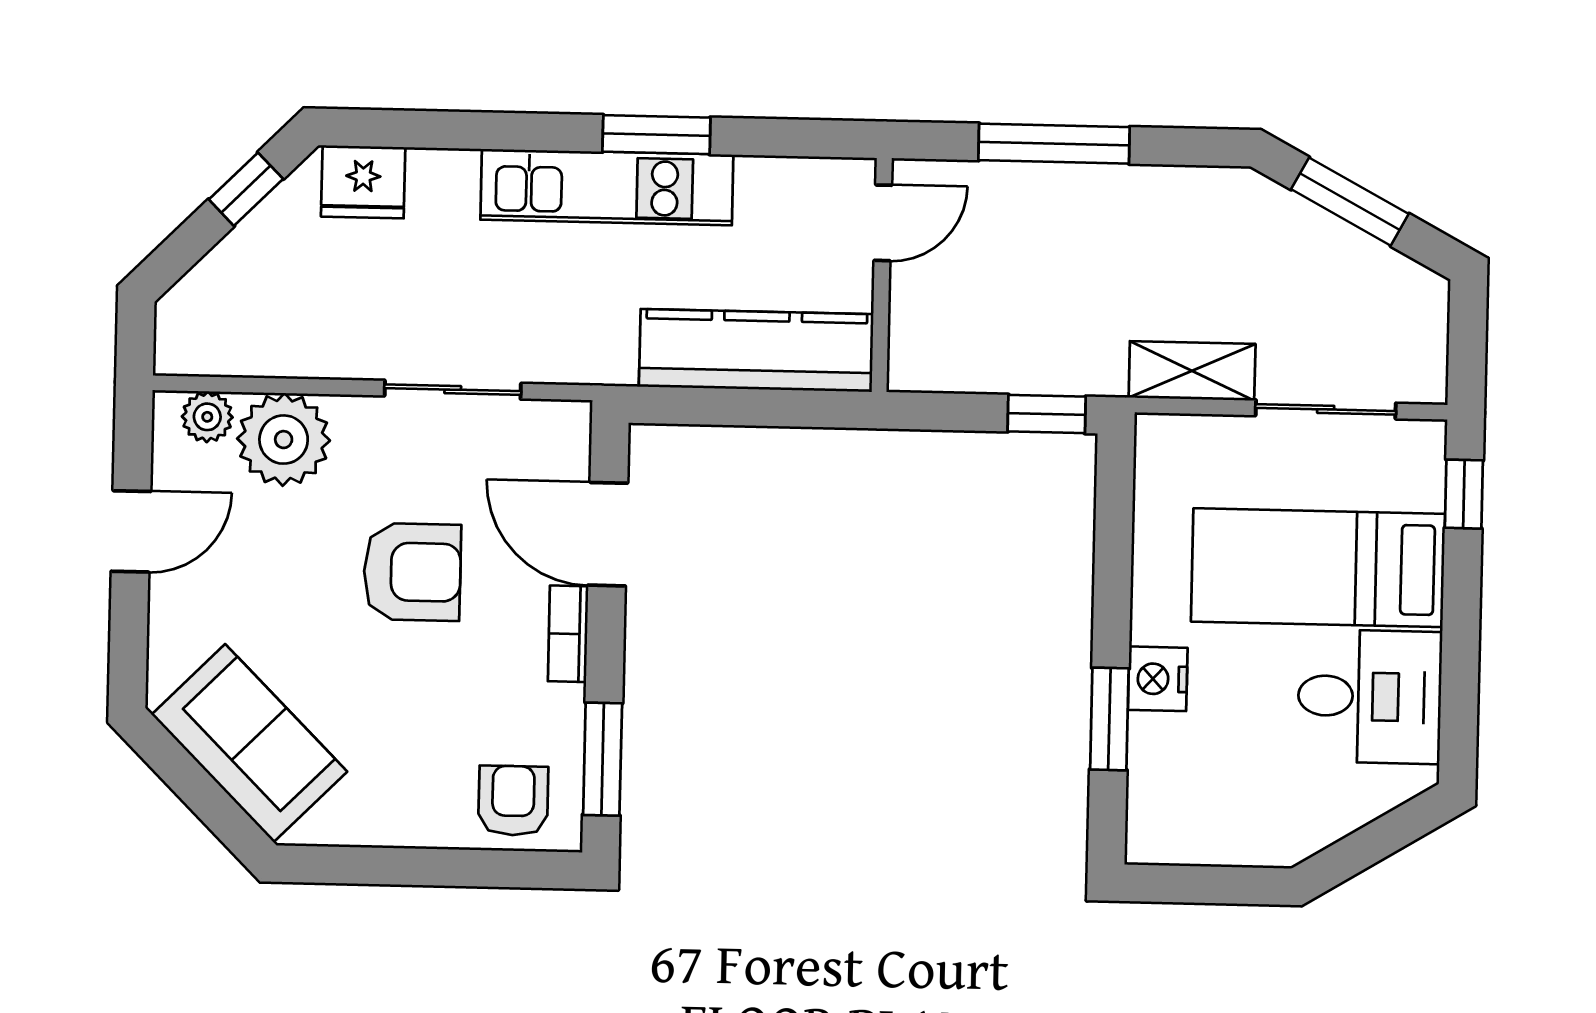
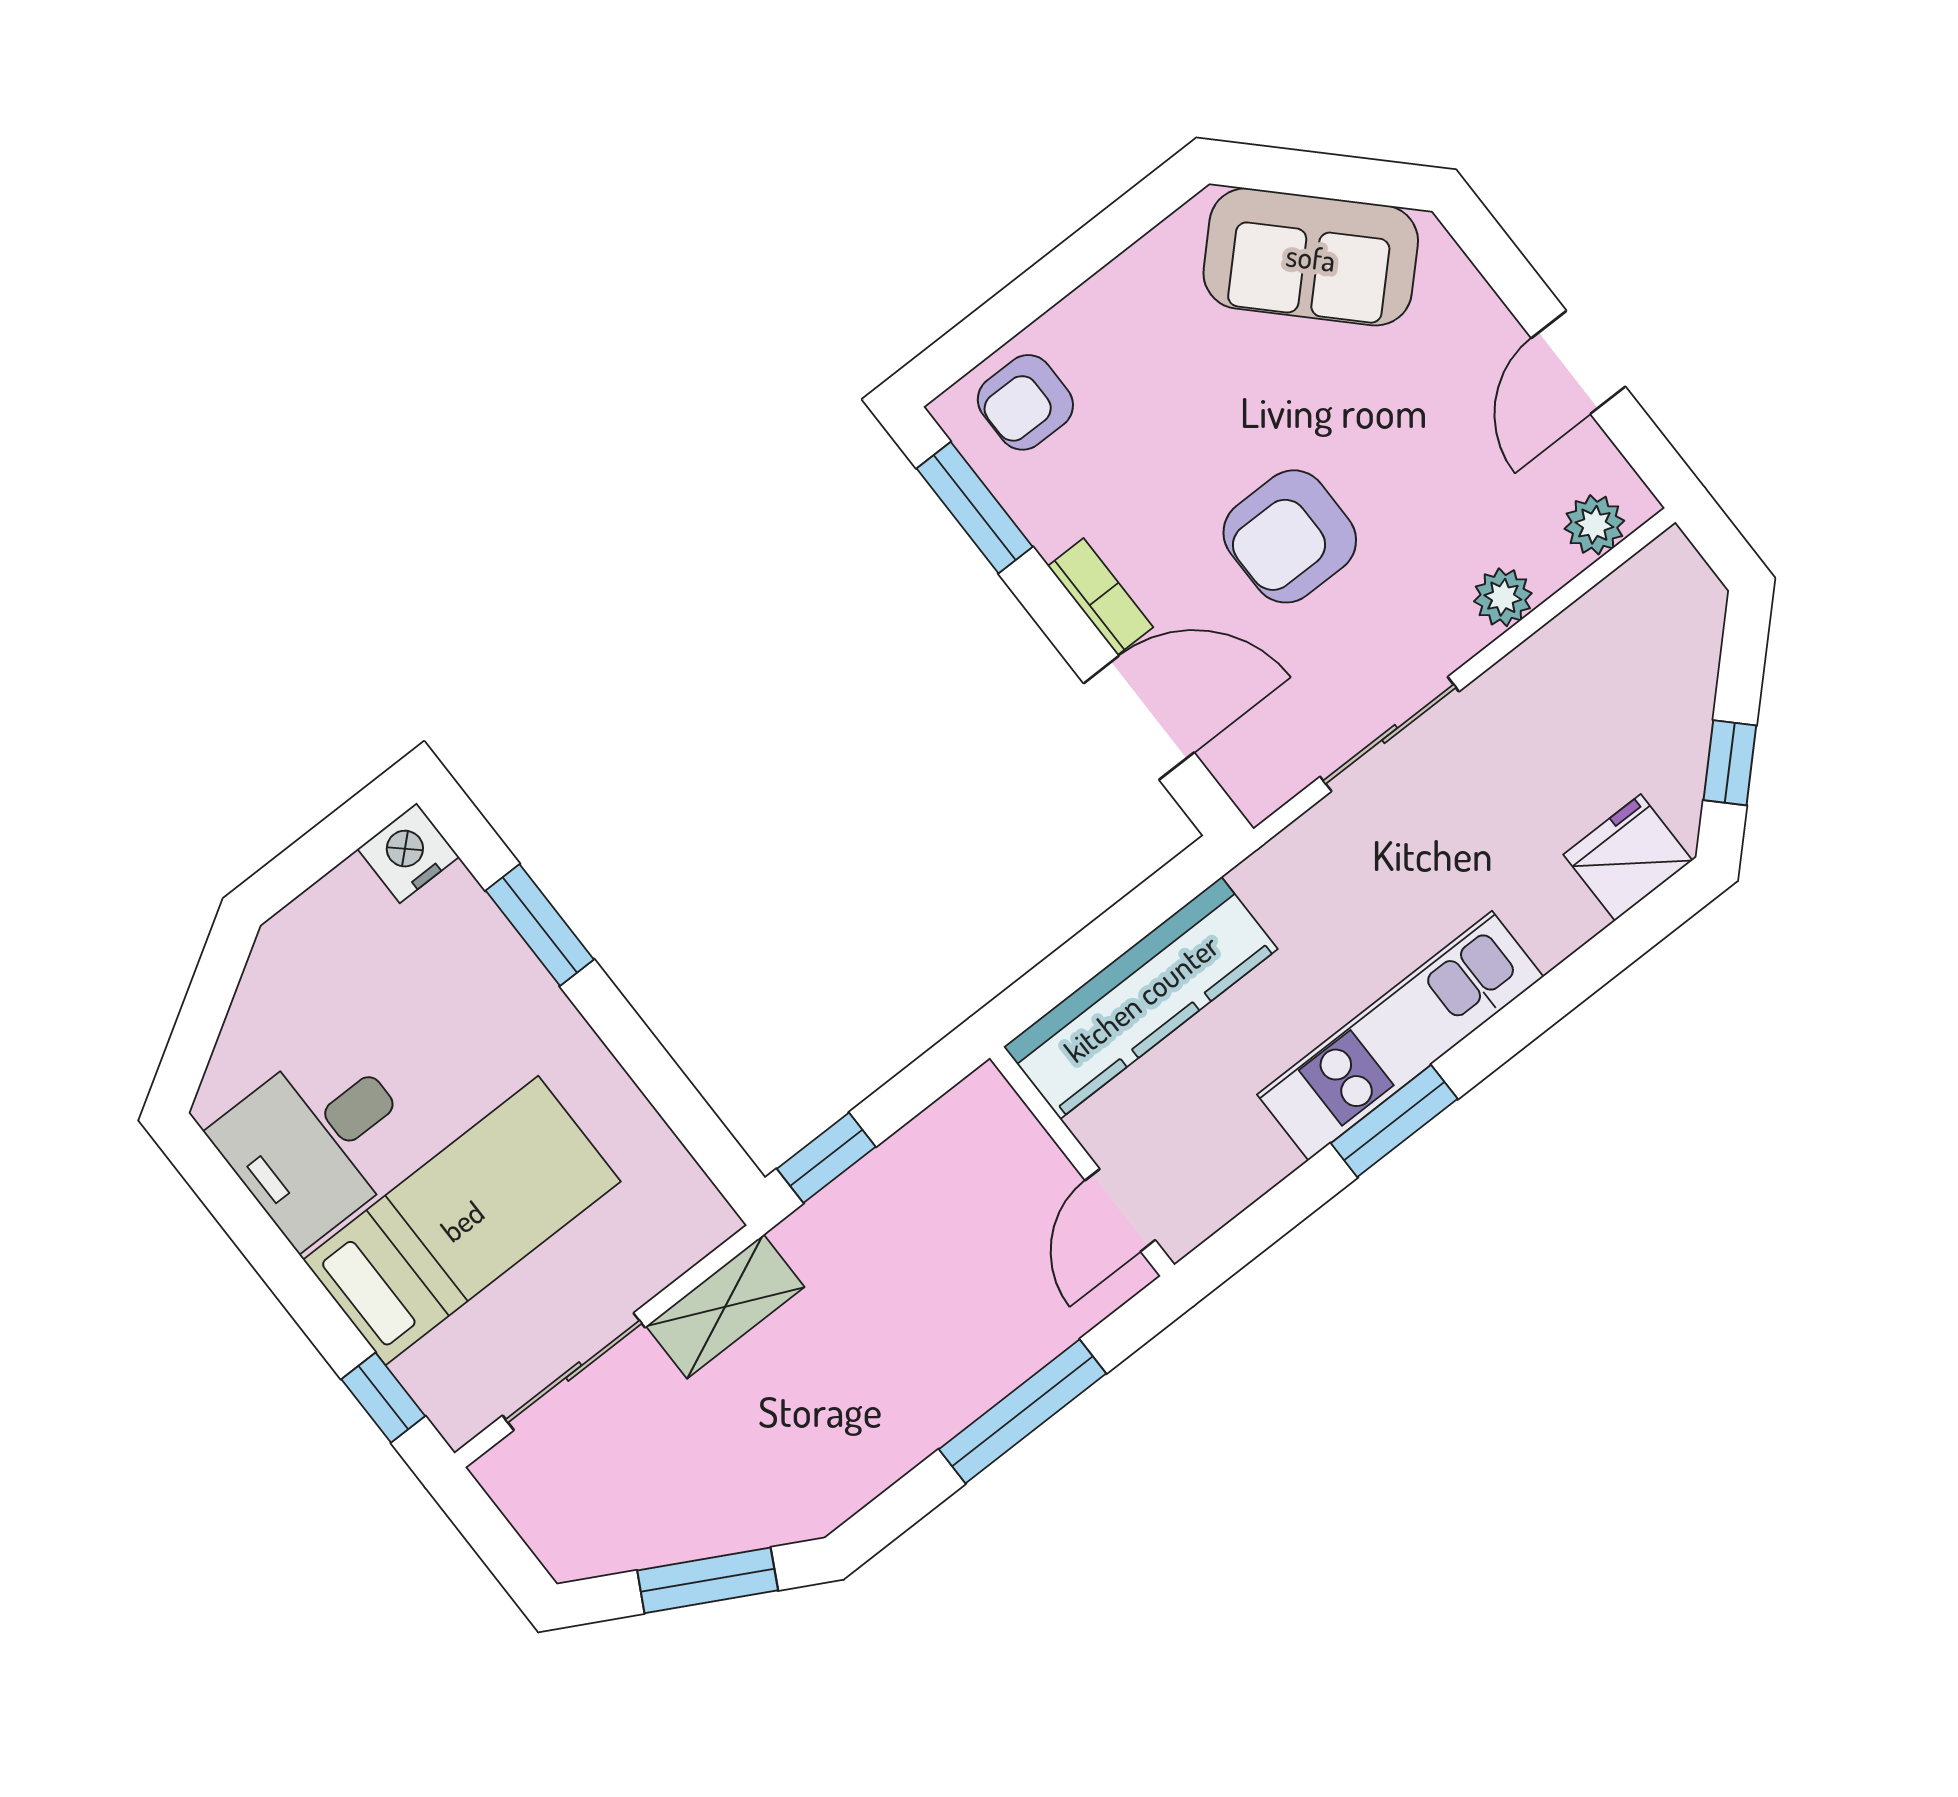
plant: (284, 440) -> (1503, 597), width x0.53, depth x0.53
nightstand: (1158, 679) -> (408, 853), moved, turned -90
armchair: (513, 801) -> (1025, 402), turned 90

